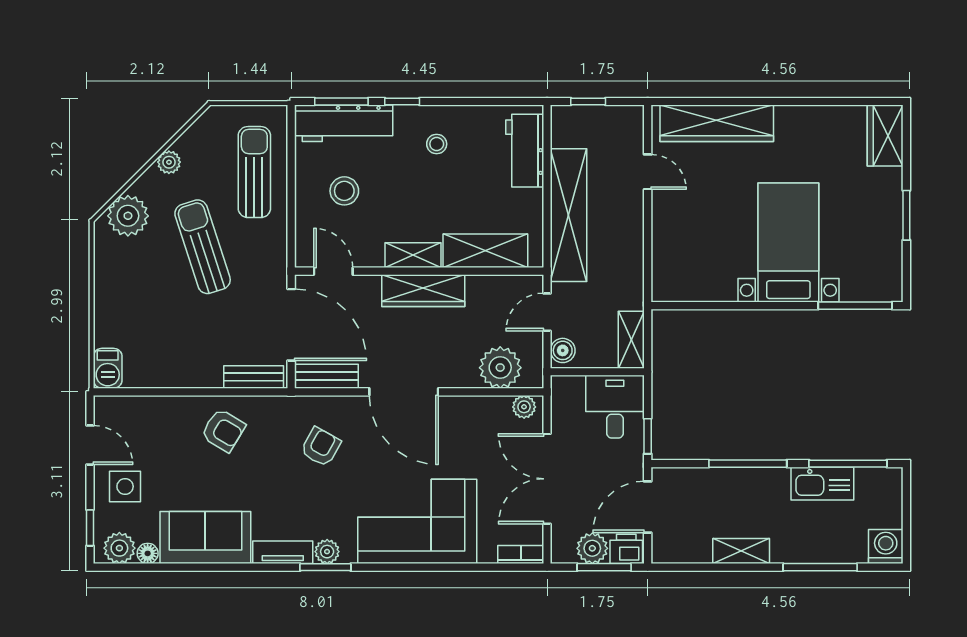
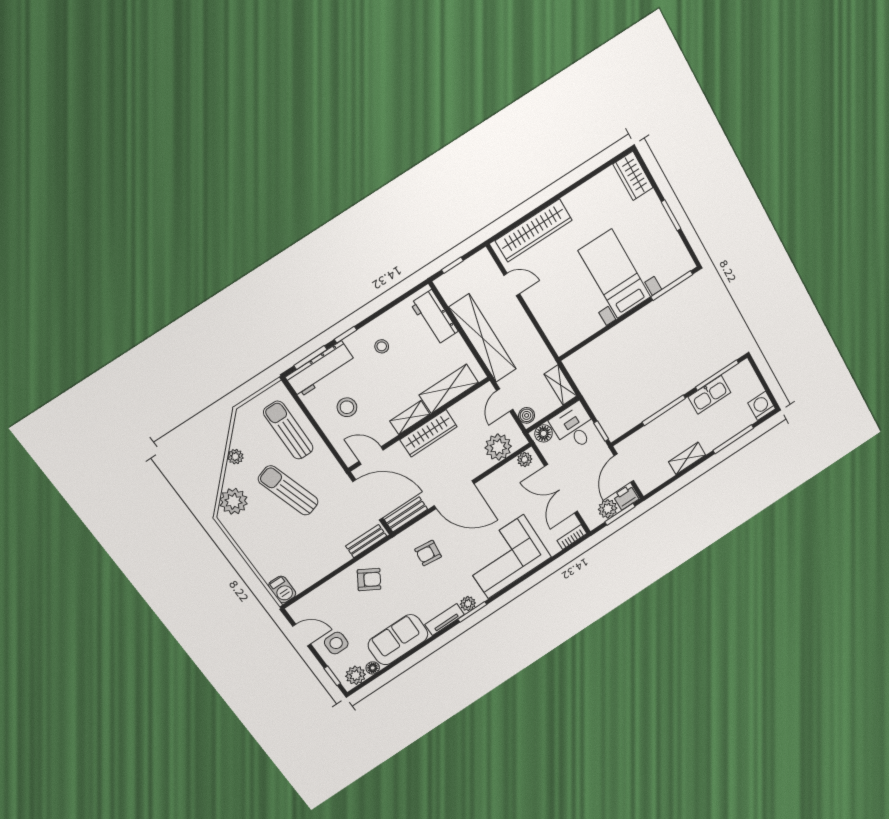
floor lamp: (570, 389) -> (544, 433), added
armchair: (321, 447) -> (428, 553), turned -113

